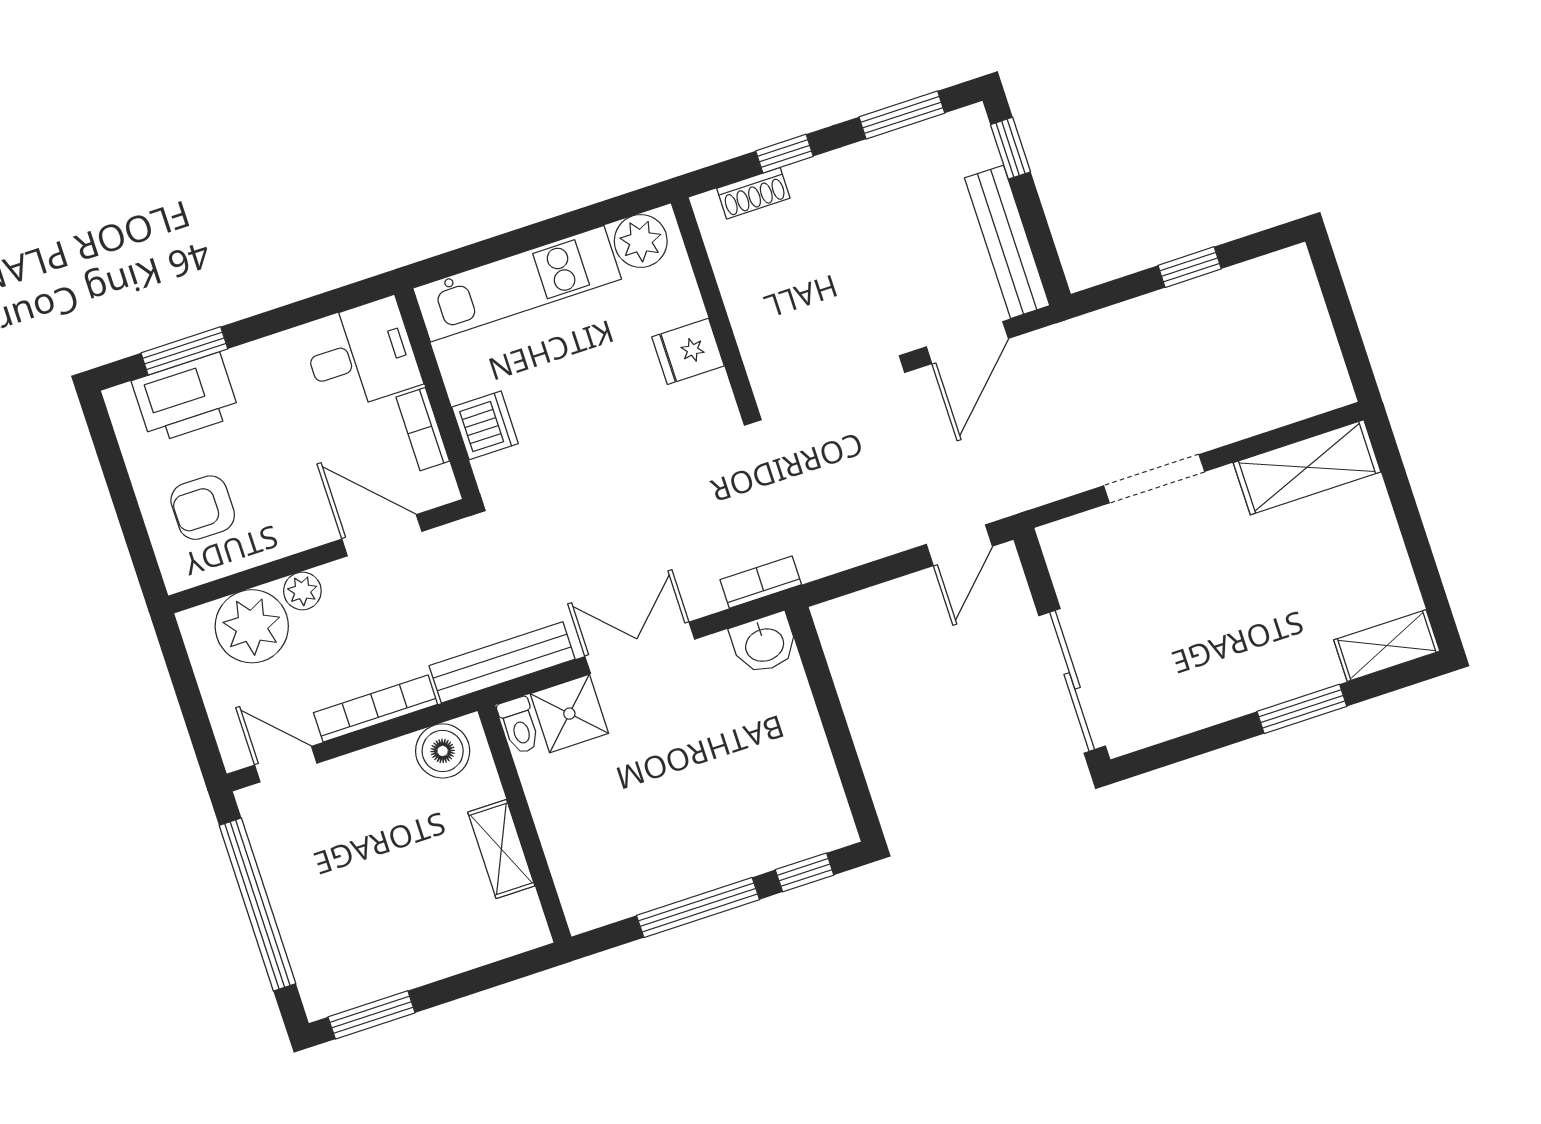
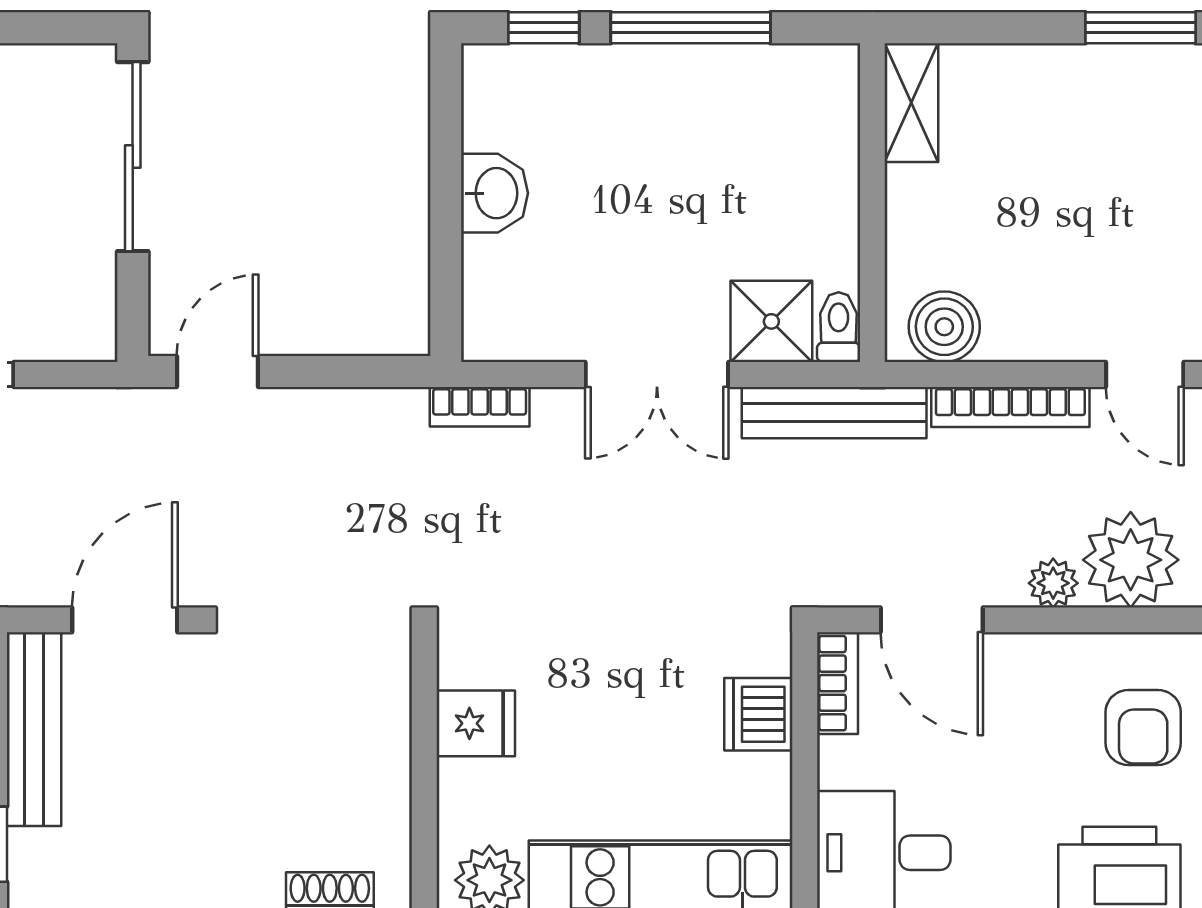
bookcase: (423, 429) -> (837, 683), moved
armchair: (203, 508) -> (1143, 728), turned 90
washbasin: (764, 644) -> (494, 193), moved, turned 90
shelving: (501, 849) -> (911, 103), moved

